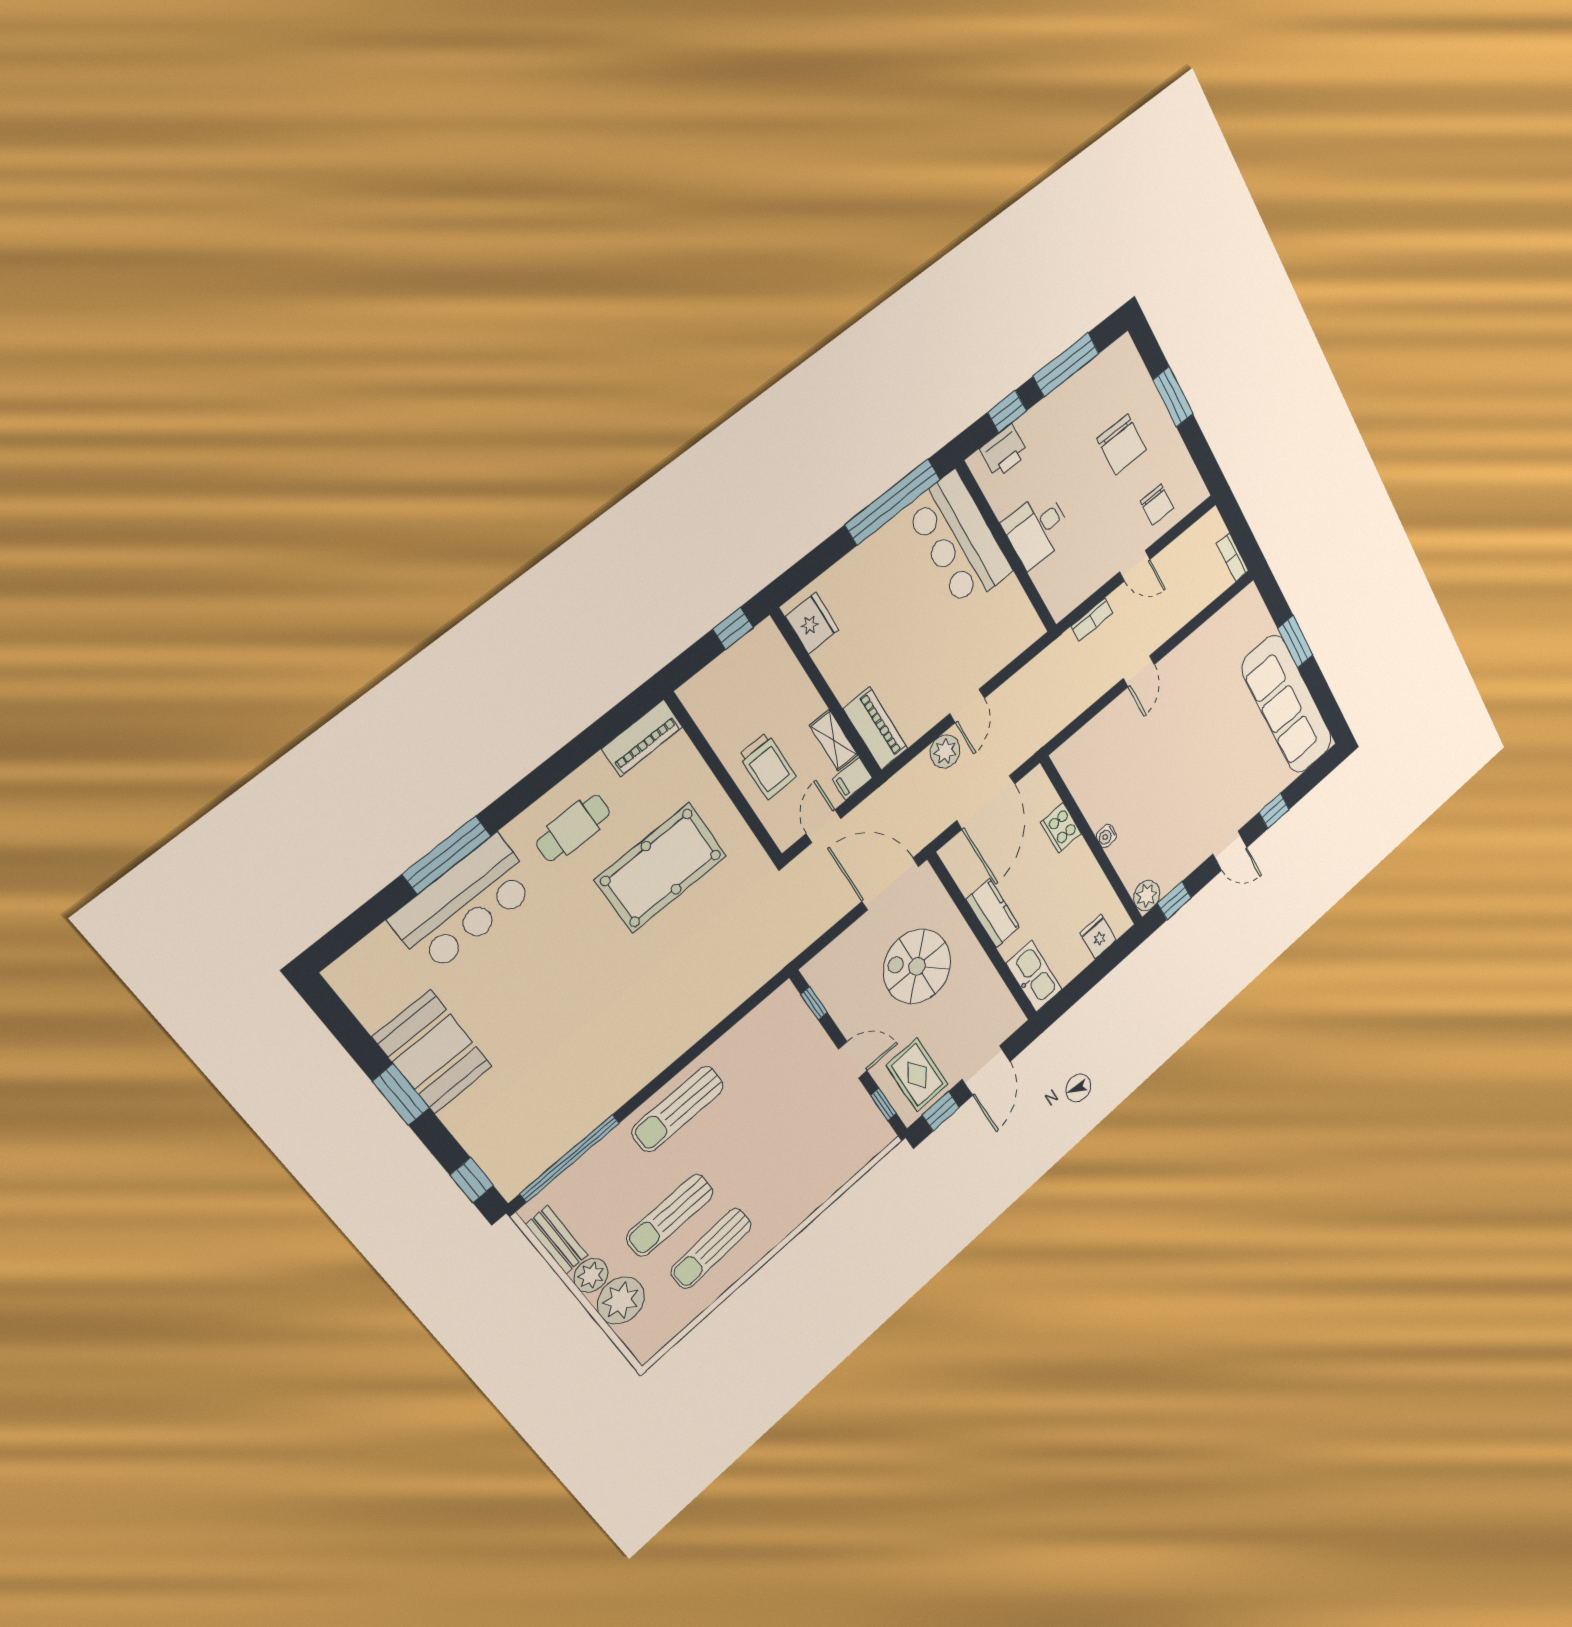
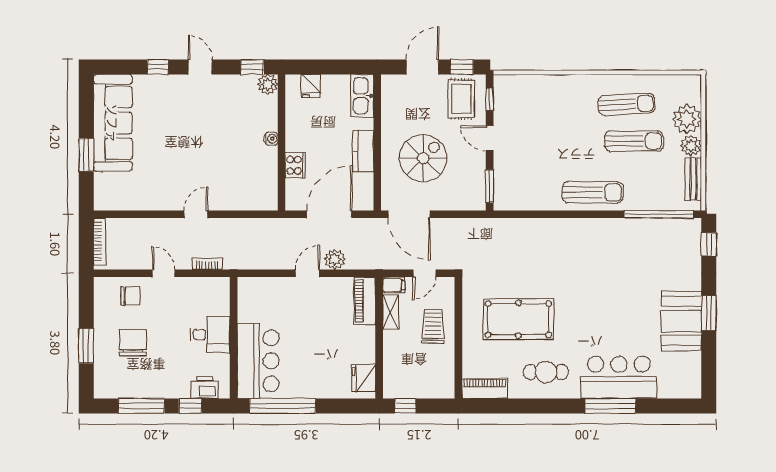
chair: (1157, 505) -> (130, 296), turned 90
bookcase: (1233, 557) -> (100, 242), width x1.56
spiral stairs: (917, 966) -> (423, 158), turned -90
window: (814, 1003) -> (490, 186), width x1.50

